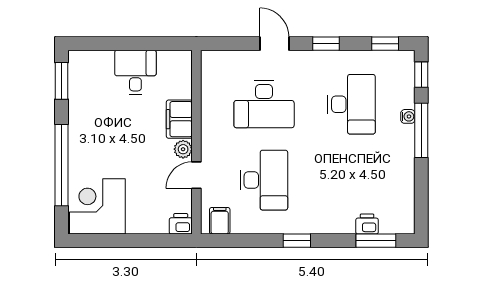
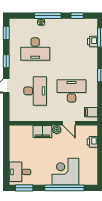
desk: (135, 72) -> (20, 172), moved
window: (421, 75) -> (77, 16), moved
desk: (351, 104) -> (35, 49), turned 180
corner desk: (97, 206) -> (65, 171), moved, turned 90
printer: (181, 224) -> (92, 142), moved

